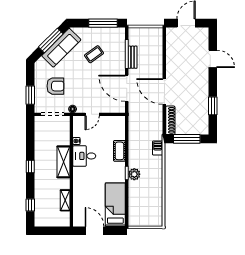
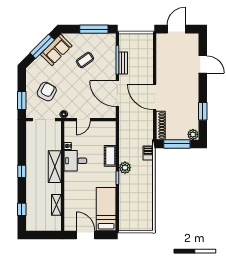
sofa: (61, 48) -> (56, 50), width x0.73
armchair: (55, 86) -> (47, 92), turned -62
plant: (203, 129) -> (193, 134), added
plant: (134, 174) -> (125, 168), moved

